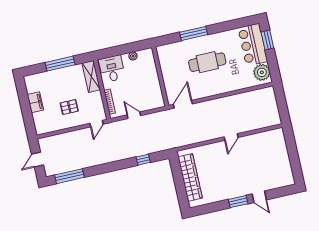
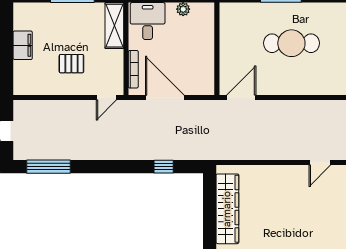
door: (134, 115) -> (165, 97), width x1.88
door: (231, 137) -> (320, 162), moved

